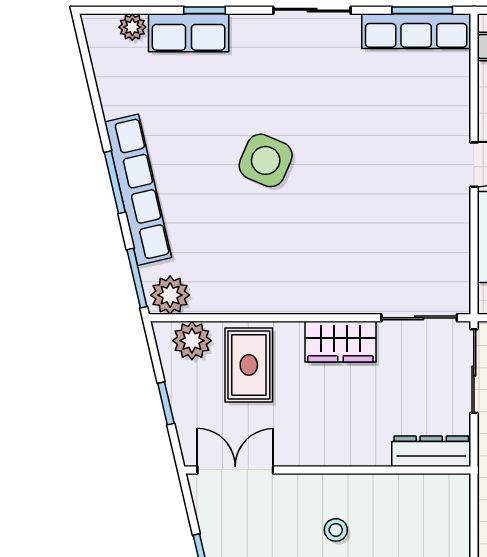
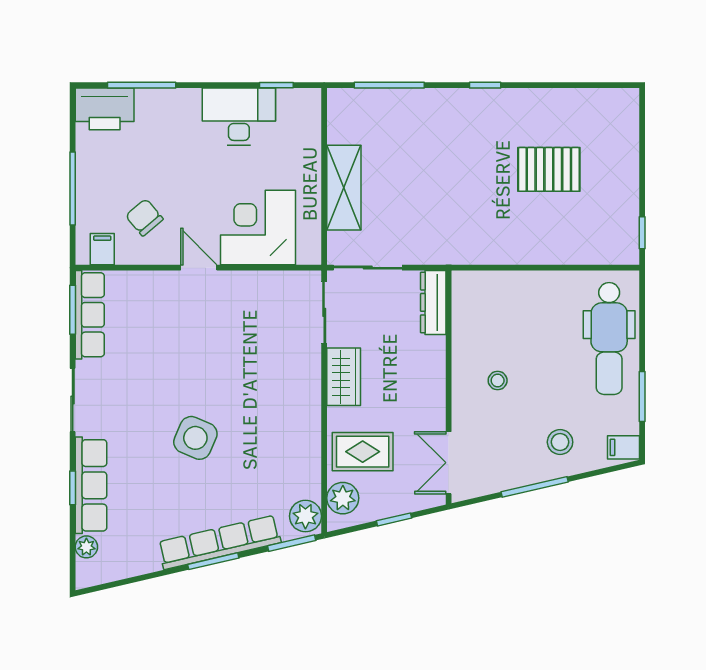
row of seats: (189, 33) -> (91, 485), width x1.48

